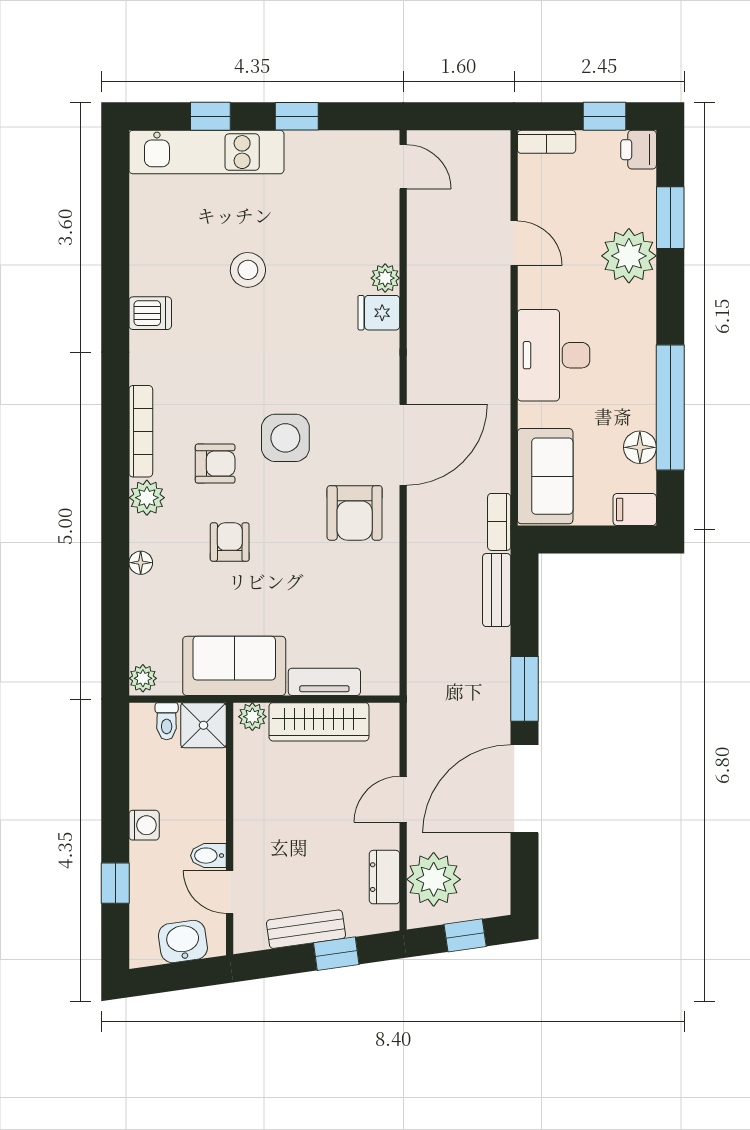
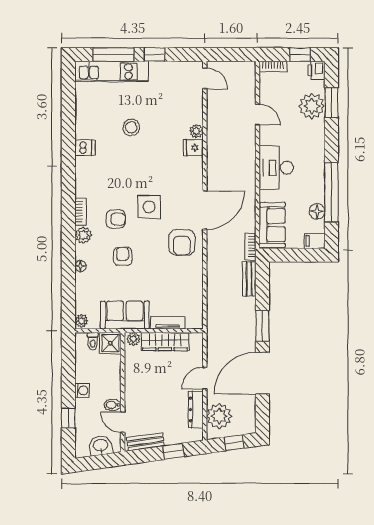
window: (210, 116) -> (114, 55), width x2.17
plant: (629, 256) -> (312, 106), moved
bookcase: (141, 431) -> (81, 212), width x0.64
dresser: (384, 877) -> (196, 410), width x1.44
bench: (306, 929) -> (145, 442), moved

